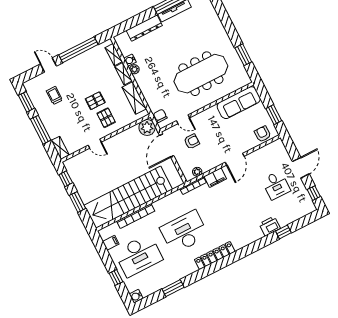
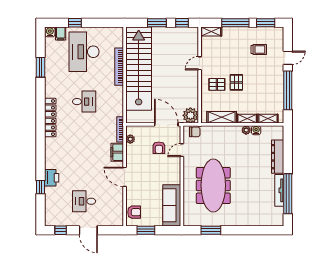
desk: (184, 232) -> (84, 102), width x0.53, depth x0.77
filing cabinet: (111, 243) -> (61, 33), moved

